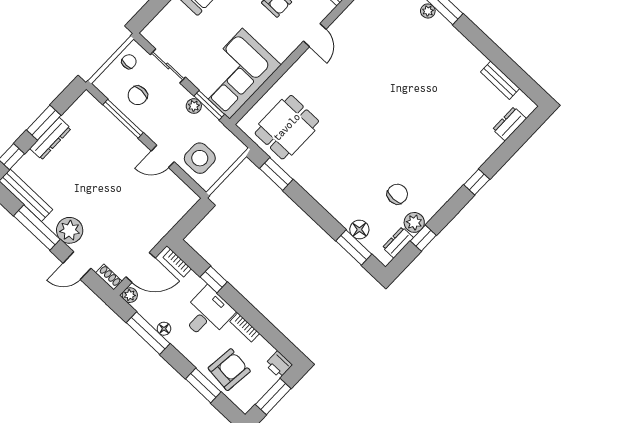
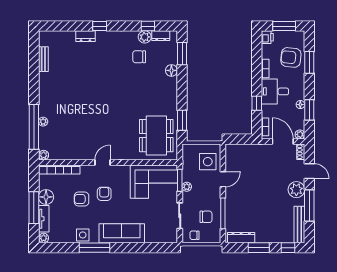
dresser: (509, 124) -> (85, 36), moved
dining table: (287, 127) -> (156, 136), width x1.37
dresser: (50, 139) -> (241, 238), moved
door: (163, 156) -> (223, 179), hinge flipped
floor lamp: (359, 230) -> (171, 70), moved
window: (148, 333) -> (309, 110), width x0.69

